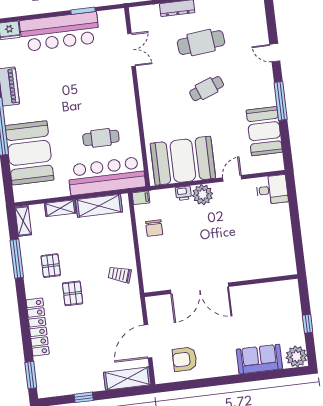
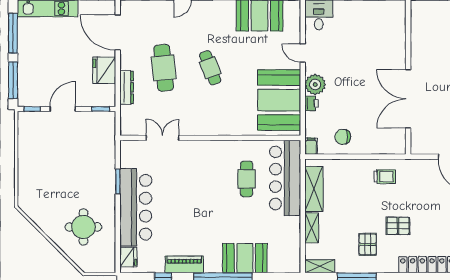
booth: (29, 153) -> (245, 258), width x0.73, depth x0.70
chair: (154, 228) -> (343, 137), turned 180
pallet: (51, 266) -> (368, 244), turned 90
trolley: (120, 275) -> (385, 177), turned -108
double door: (199, 288) -> (408, 99), swing flipped

